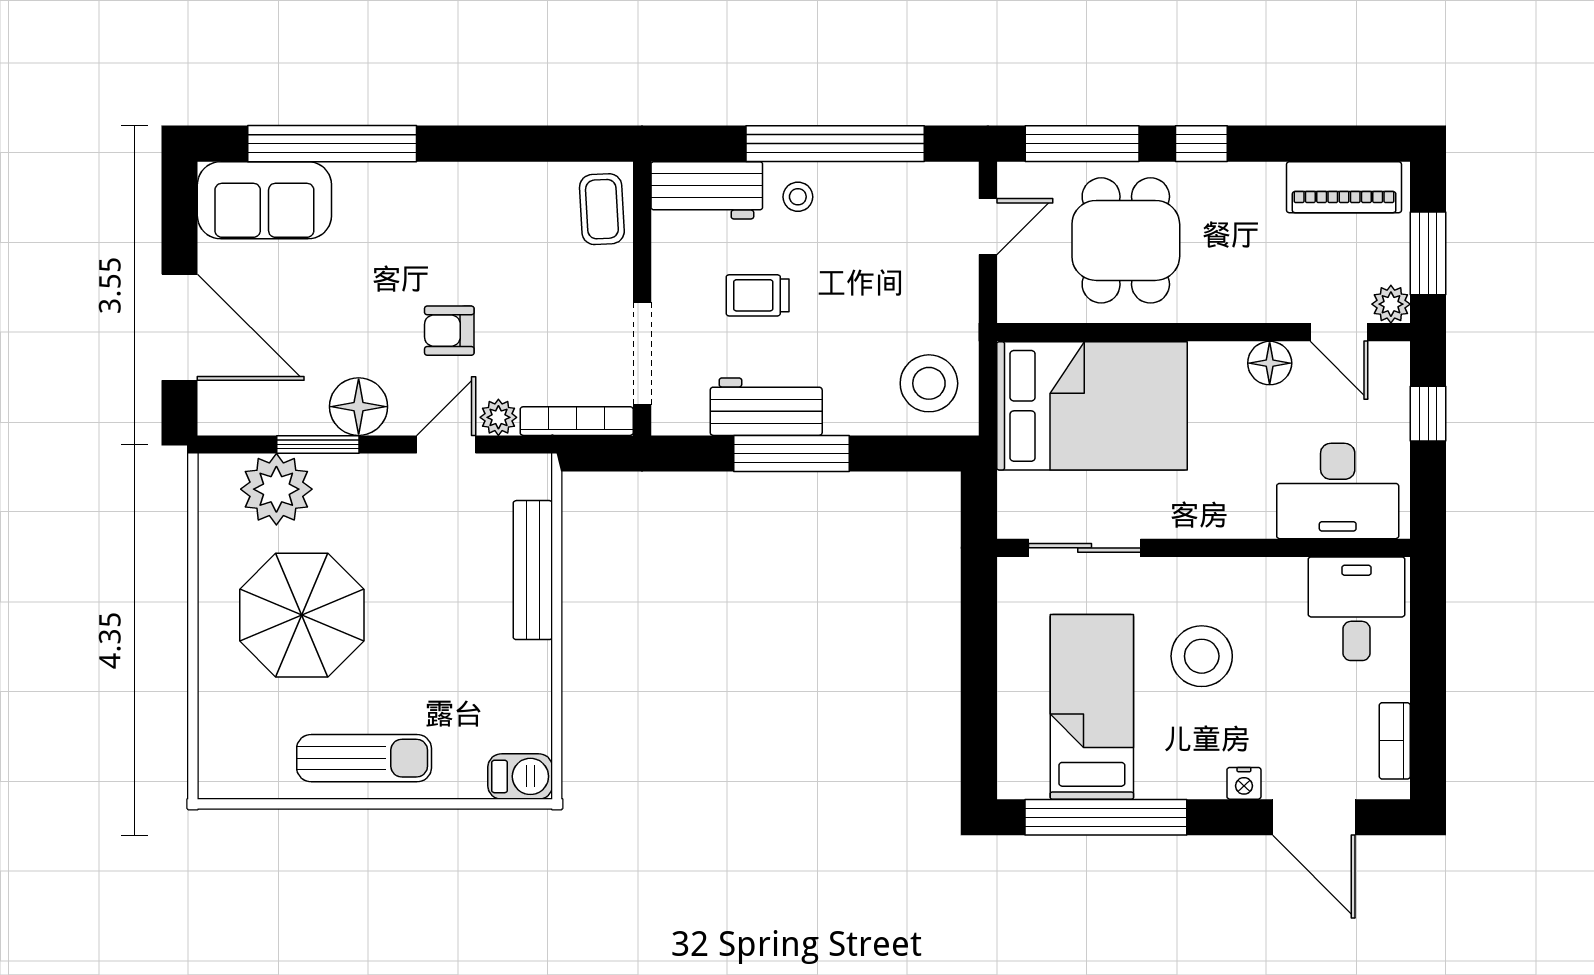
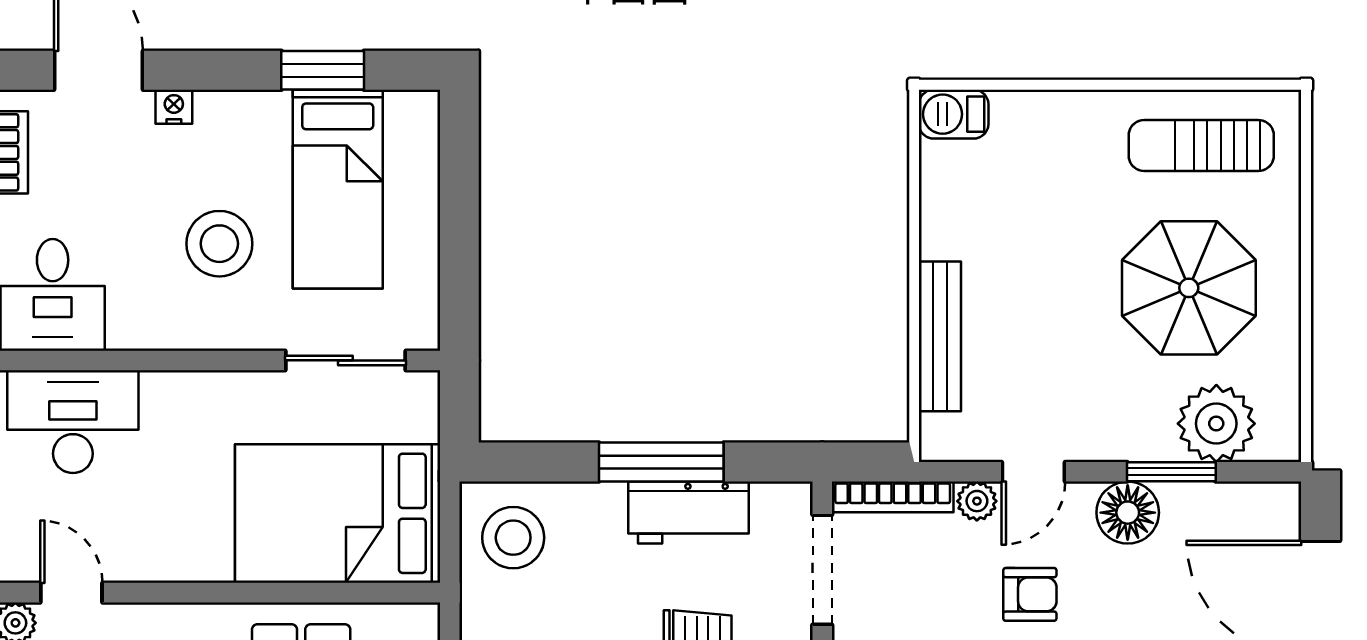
floor lamp: (1270, 363) -> (146, 559), removed
sun lounger: (364, 758) -> (1201, 145), moved
window: (1106, 817) -> (323, 70), width x0.47

